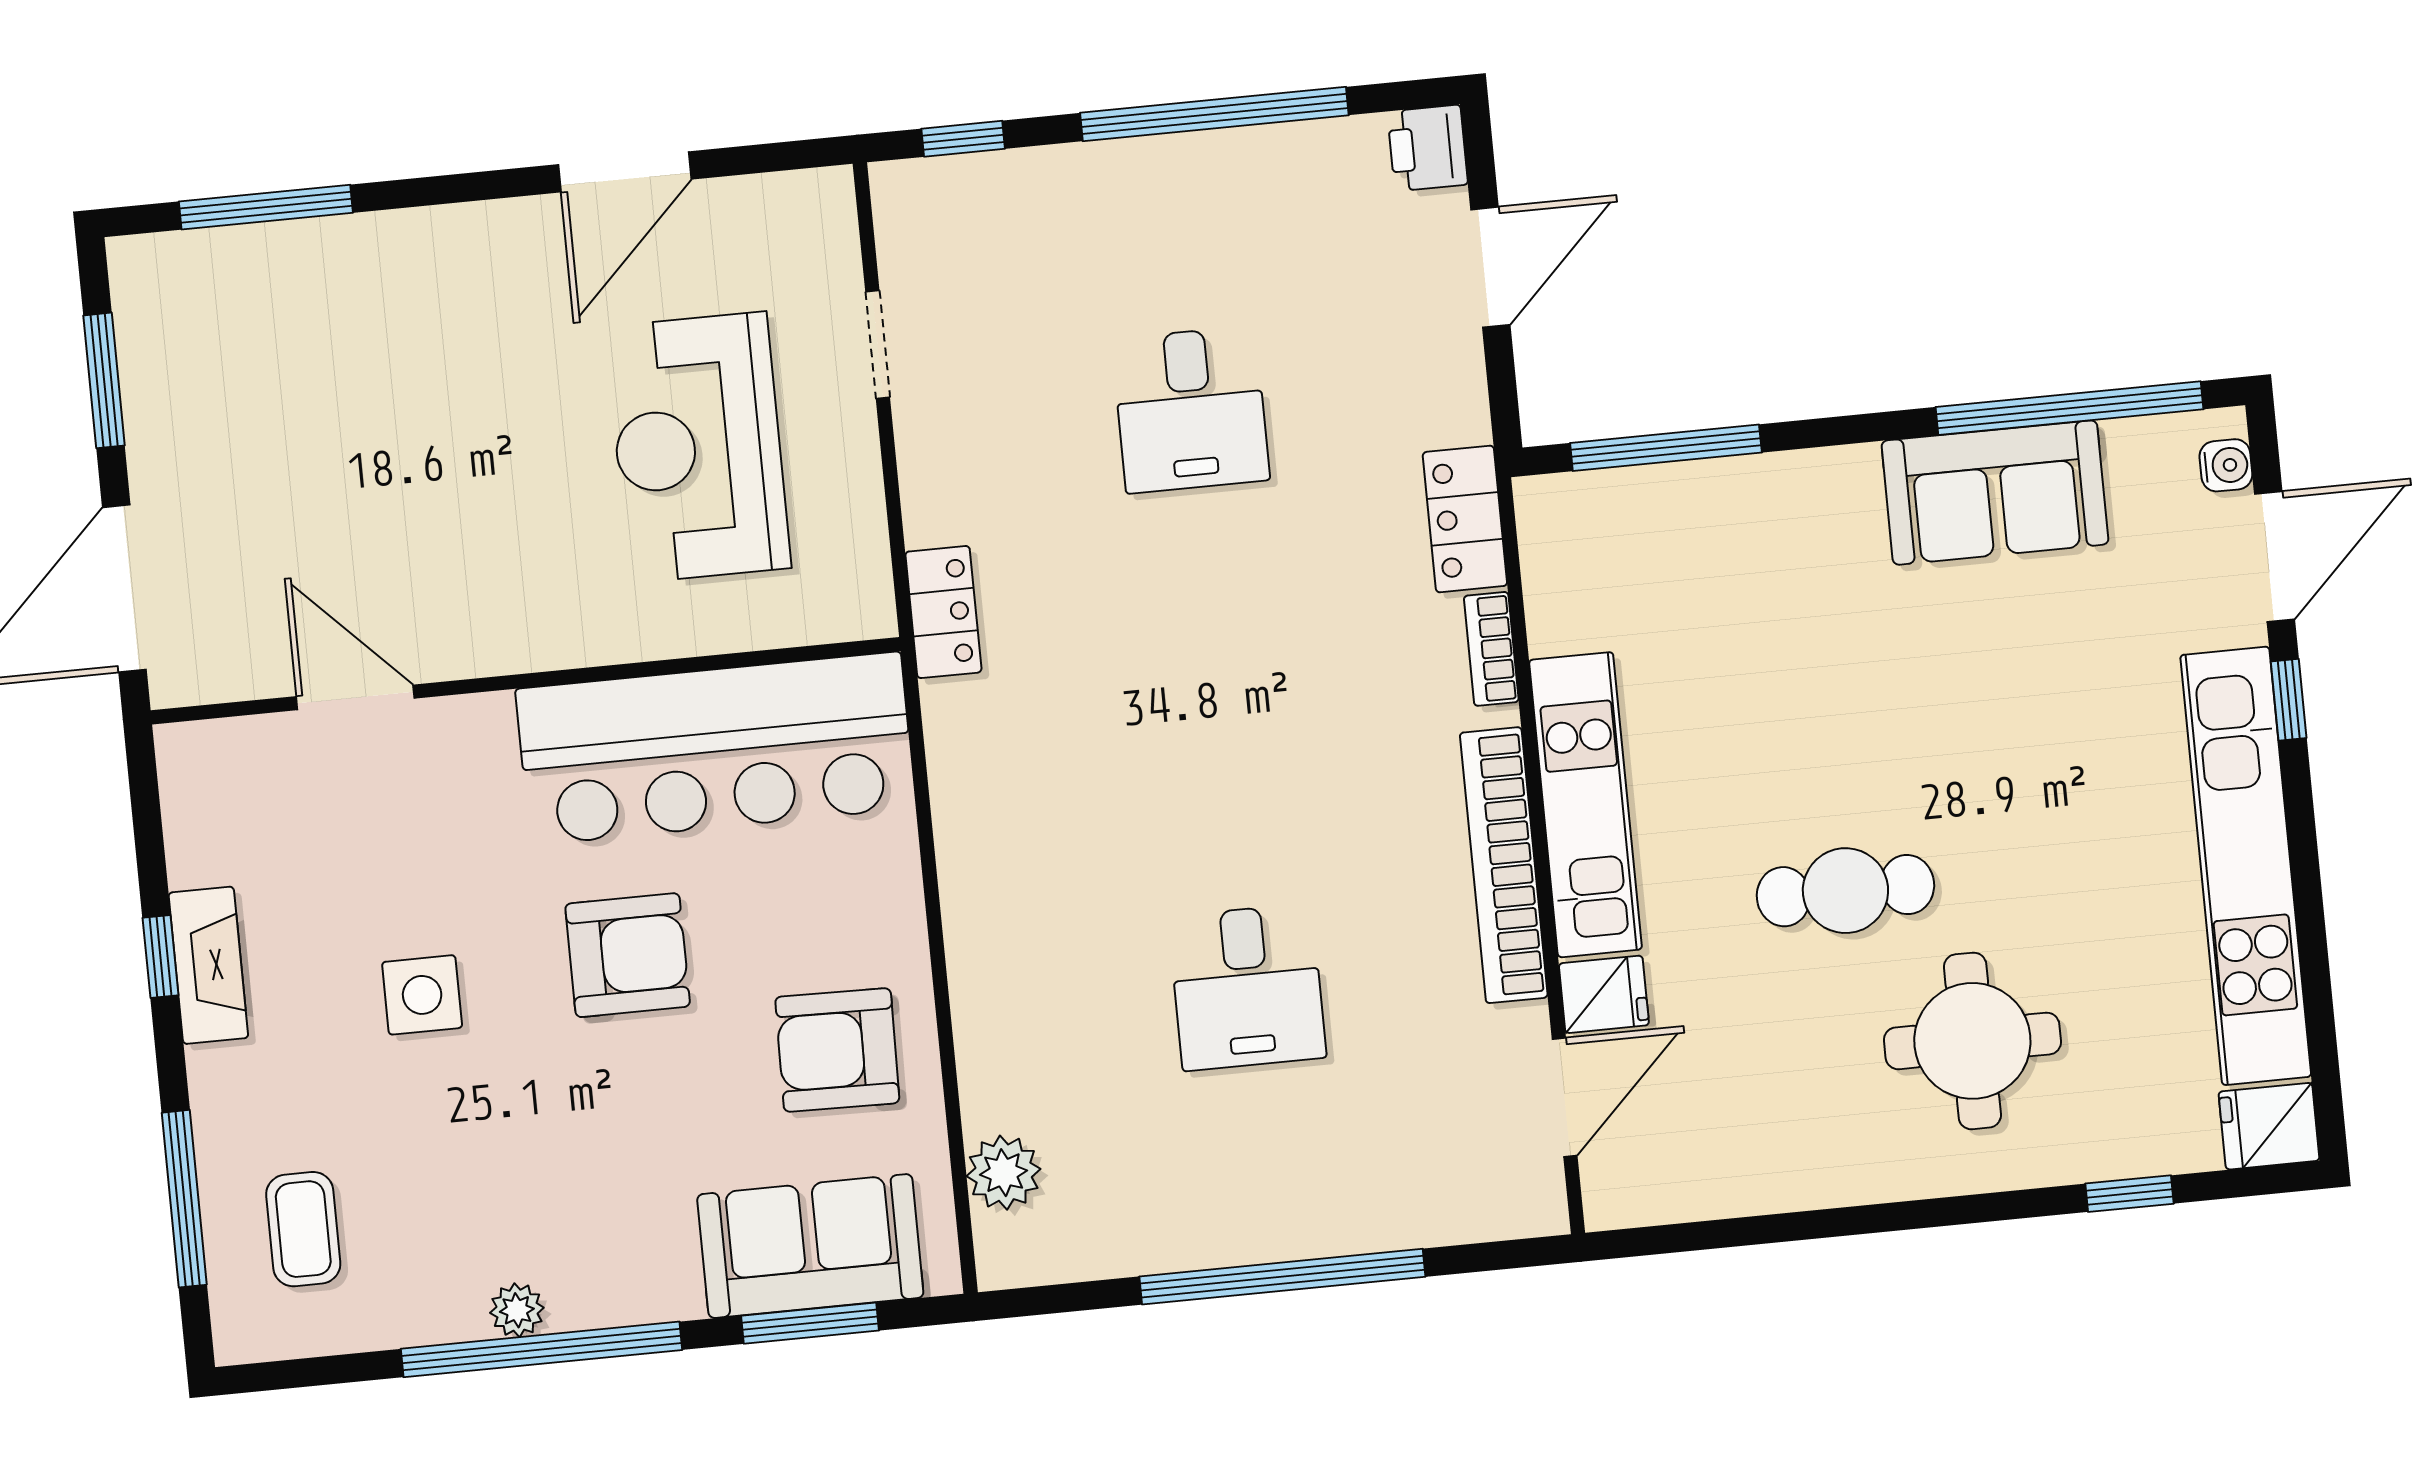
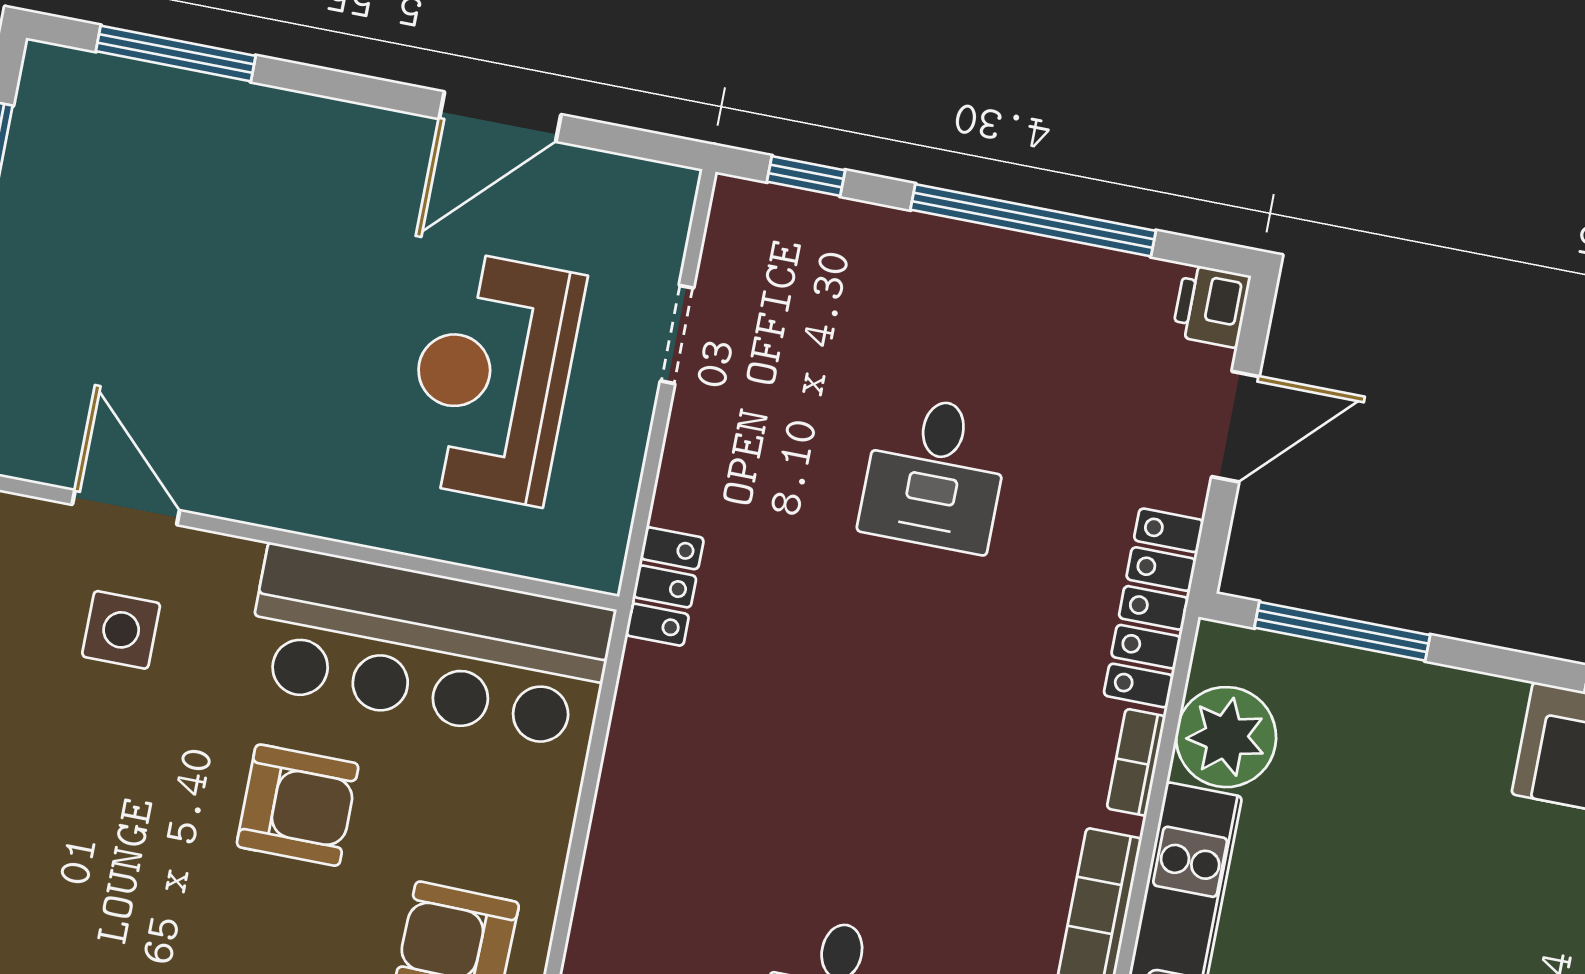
locker: (1465, 519) -> (1154, 608), width x1.53
plant: (1577, 594) -> (1226, 737), added
side table: (422, 995) -> (121, 630), moved

